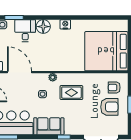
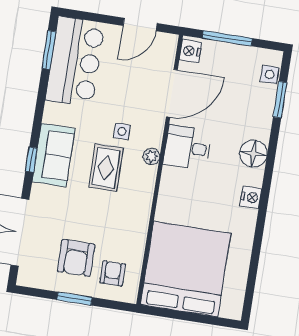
desk: (25, 31) -> (187, 148), moved, turned 180
rug: (71, 93) -> (106, 168), moved
sofa: (49, 126) -> (54, 155), moved

